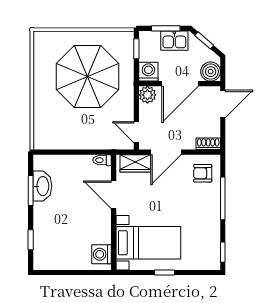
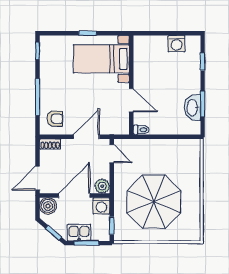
wardrobe: (135, 163) -> (113, 127), removed
washing machine: (102, 254) -> (177, 44), moved, turned 90

